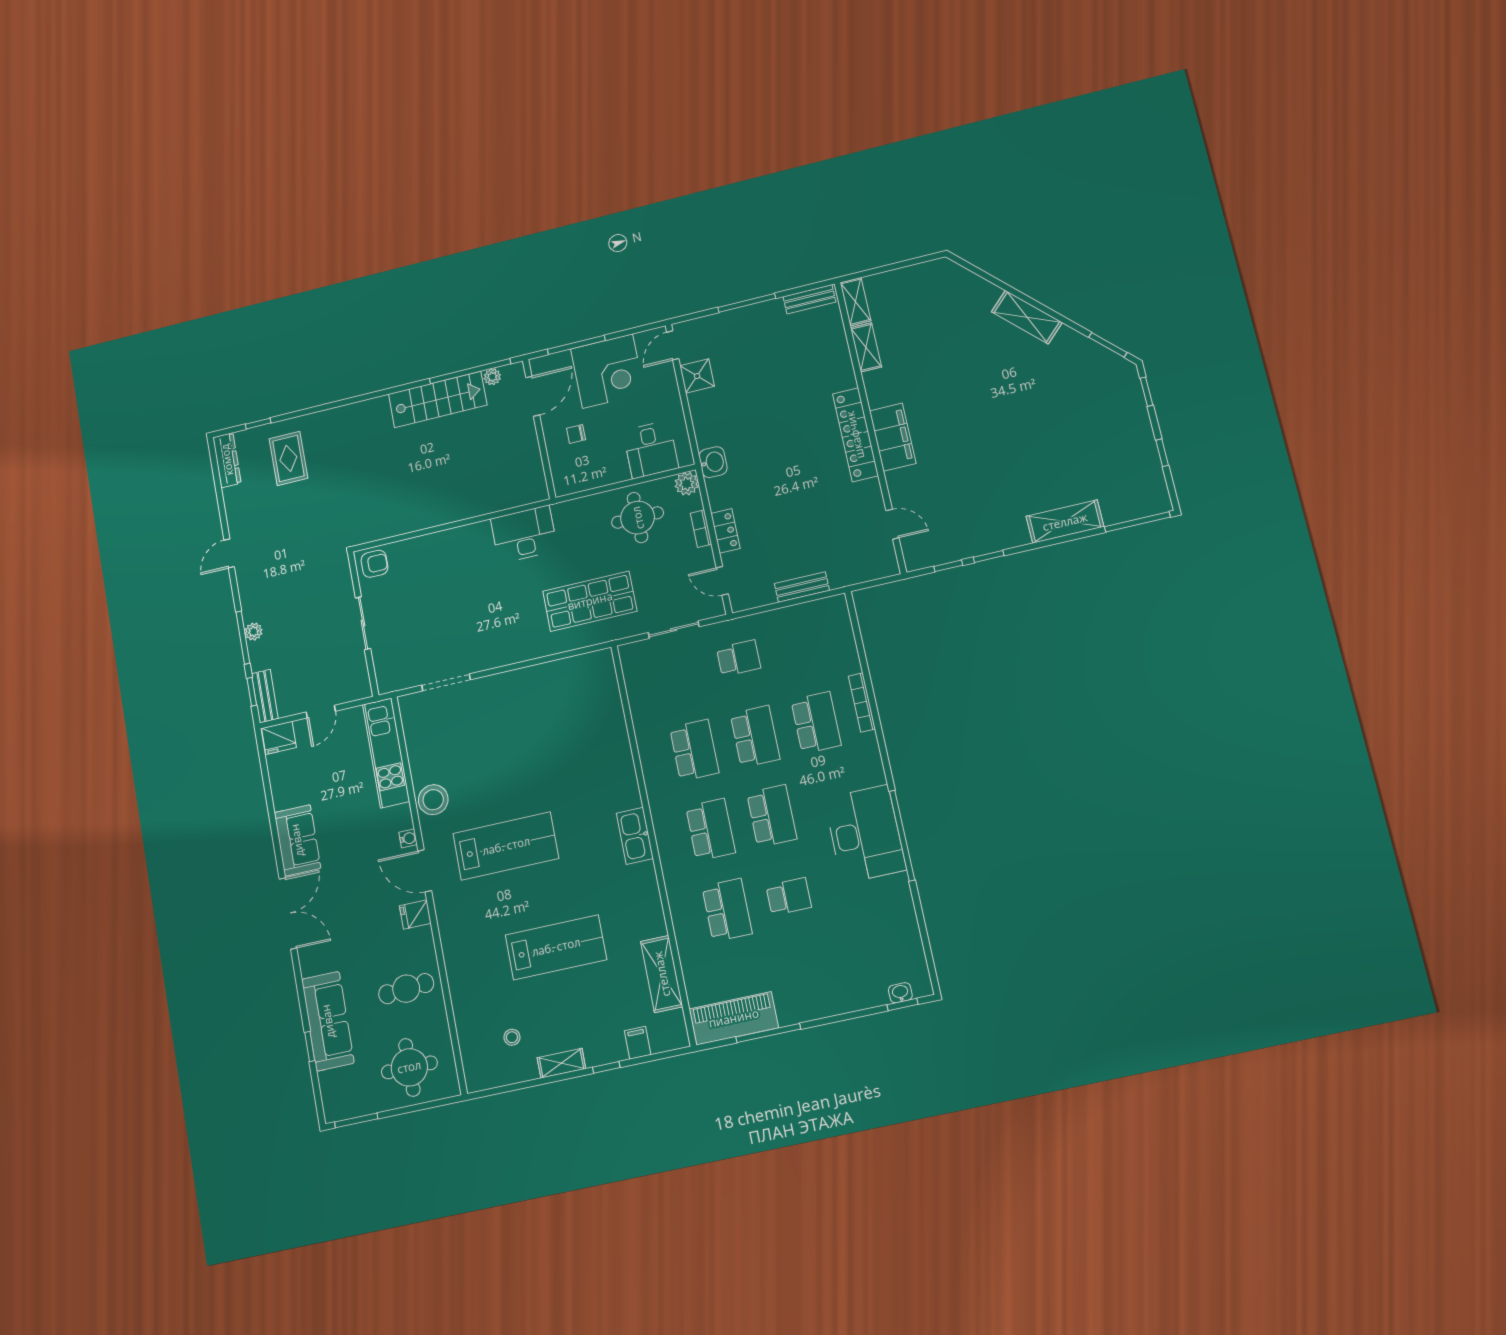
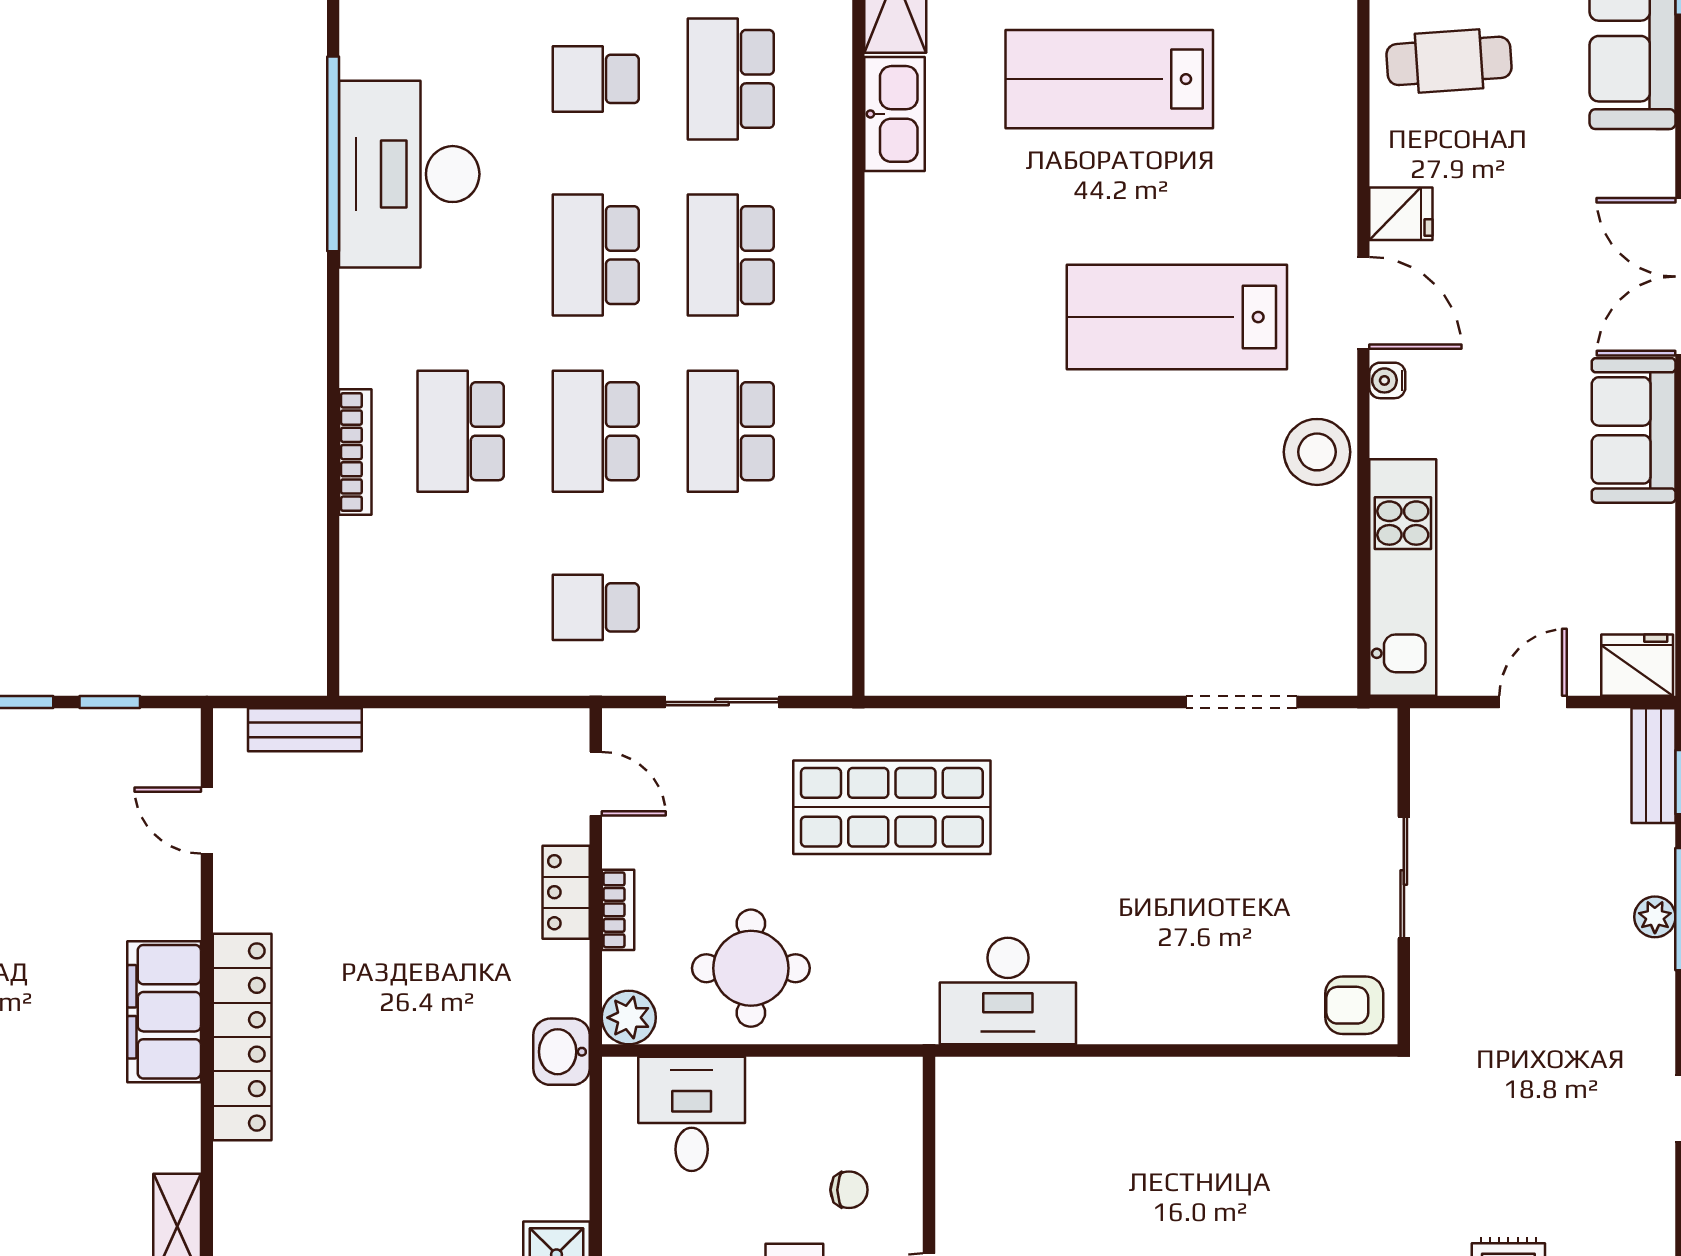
bench: (802, 587) -> (305, 730), moved
kitchen sink: (635, 836) -> (895, 114), moved

